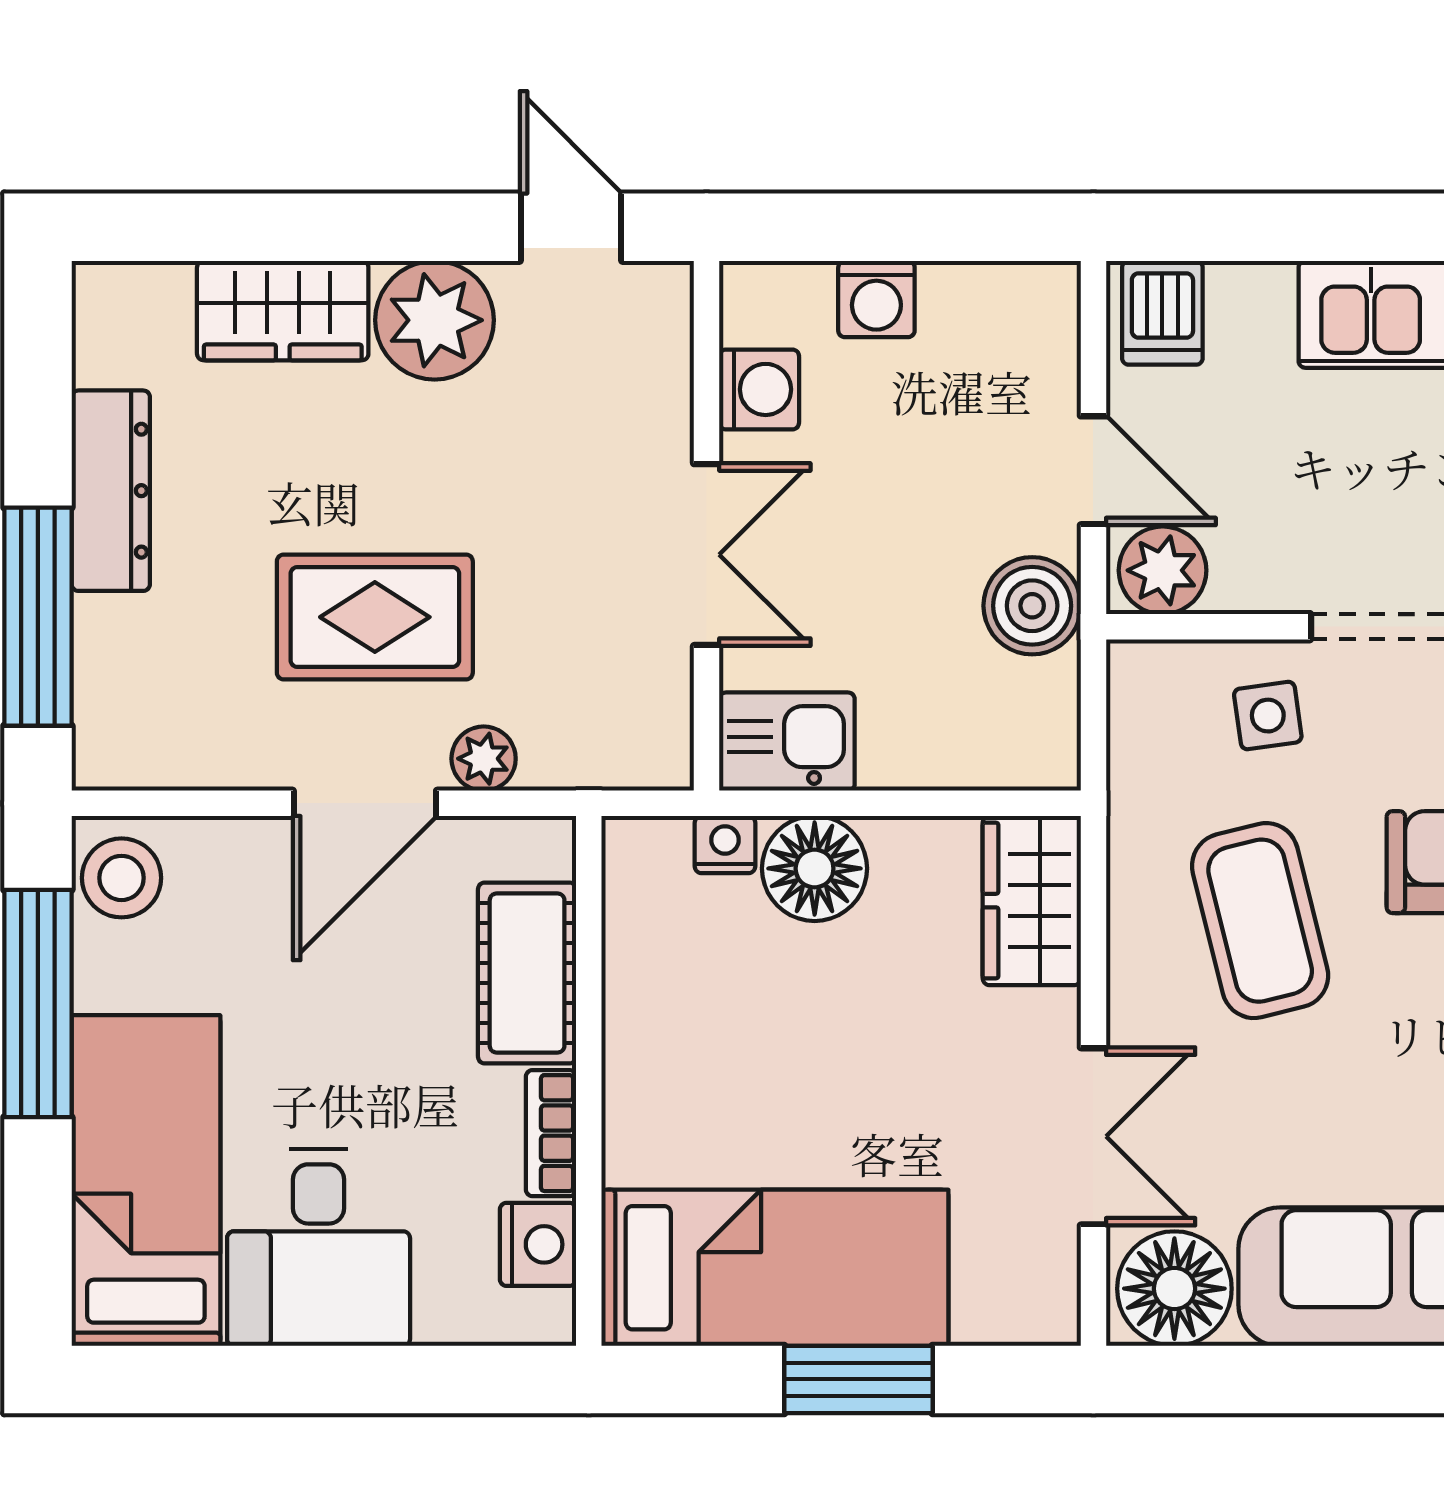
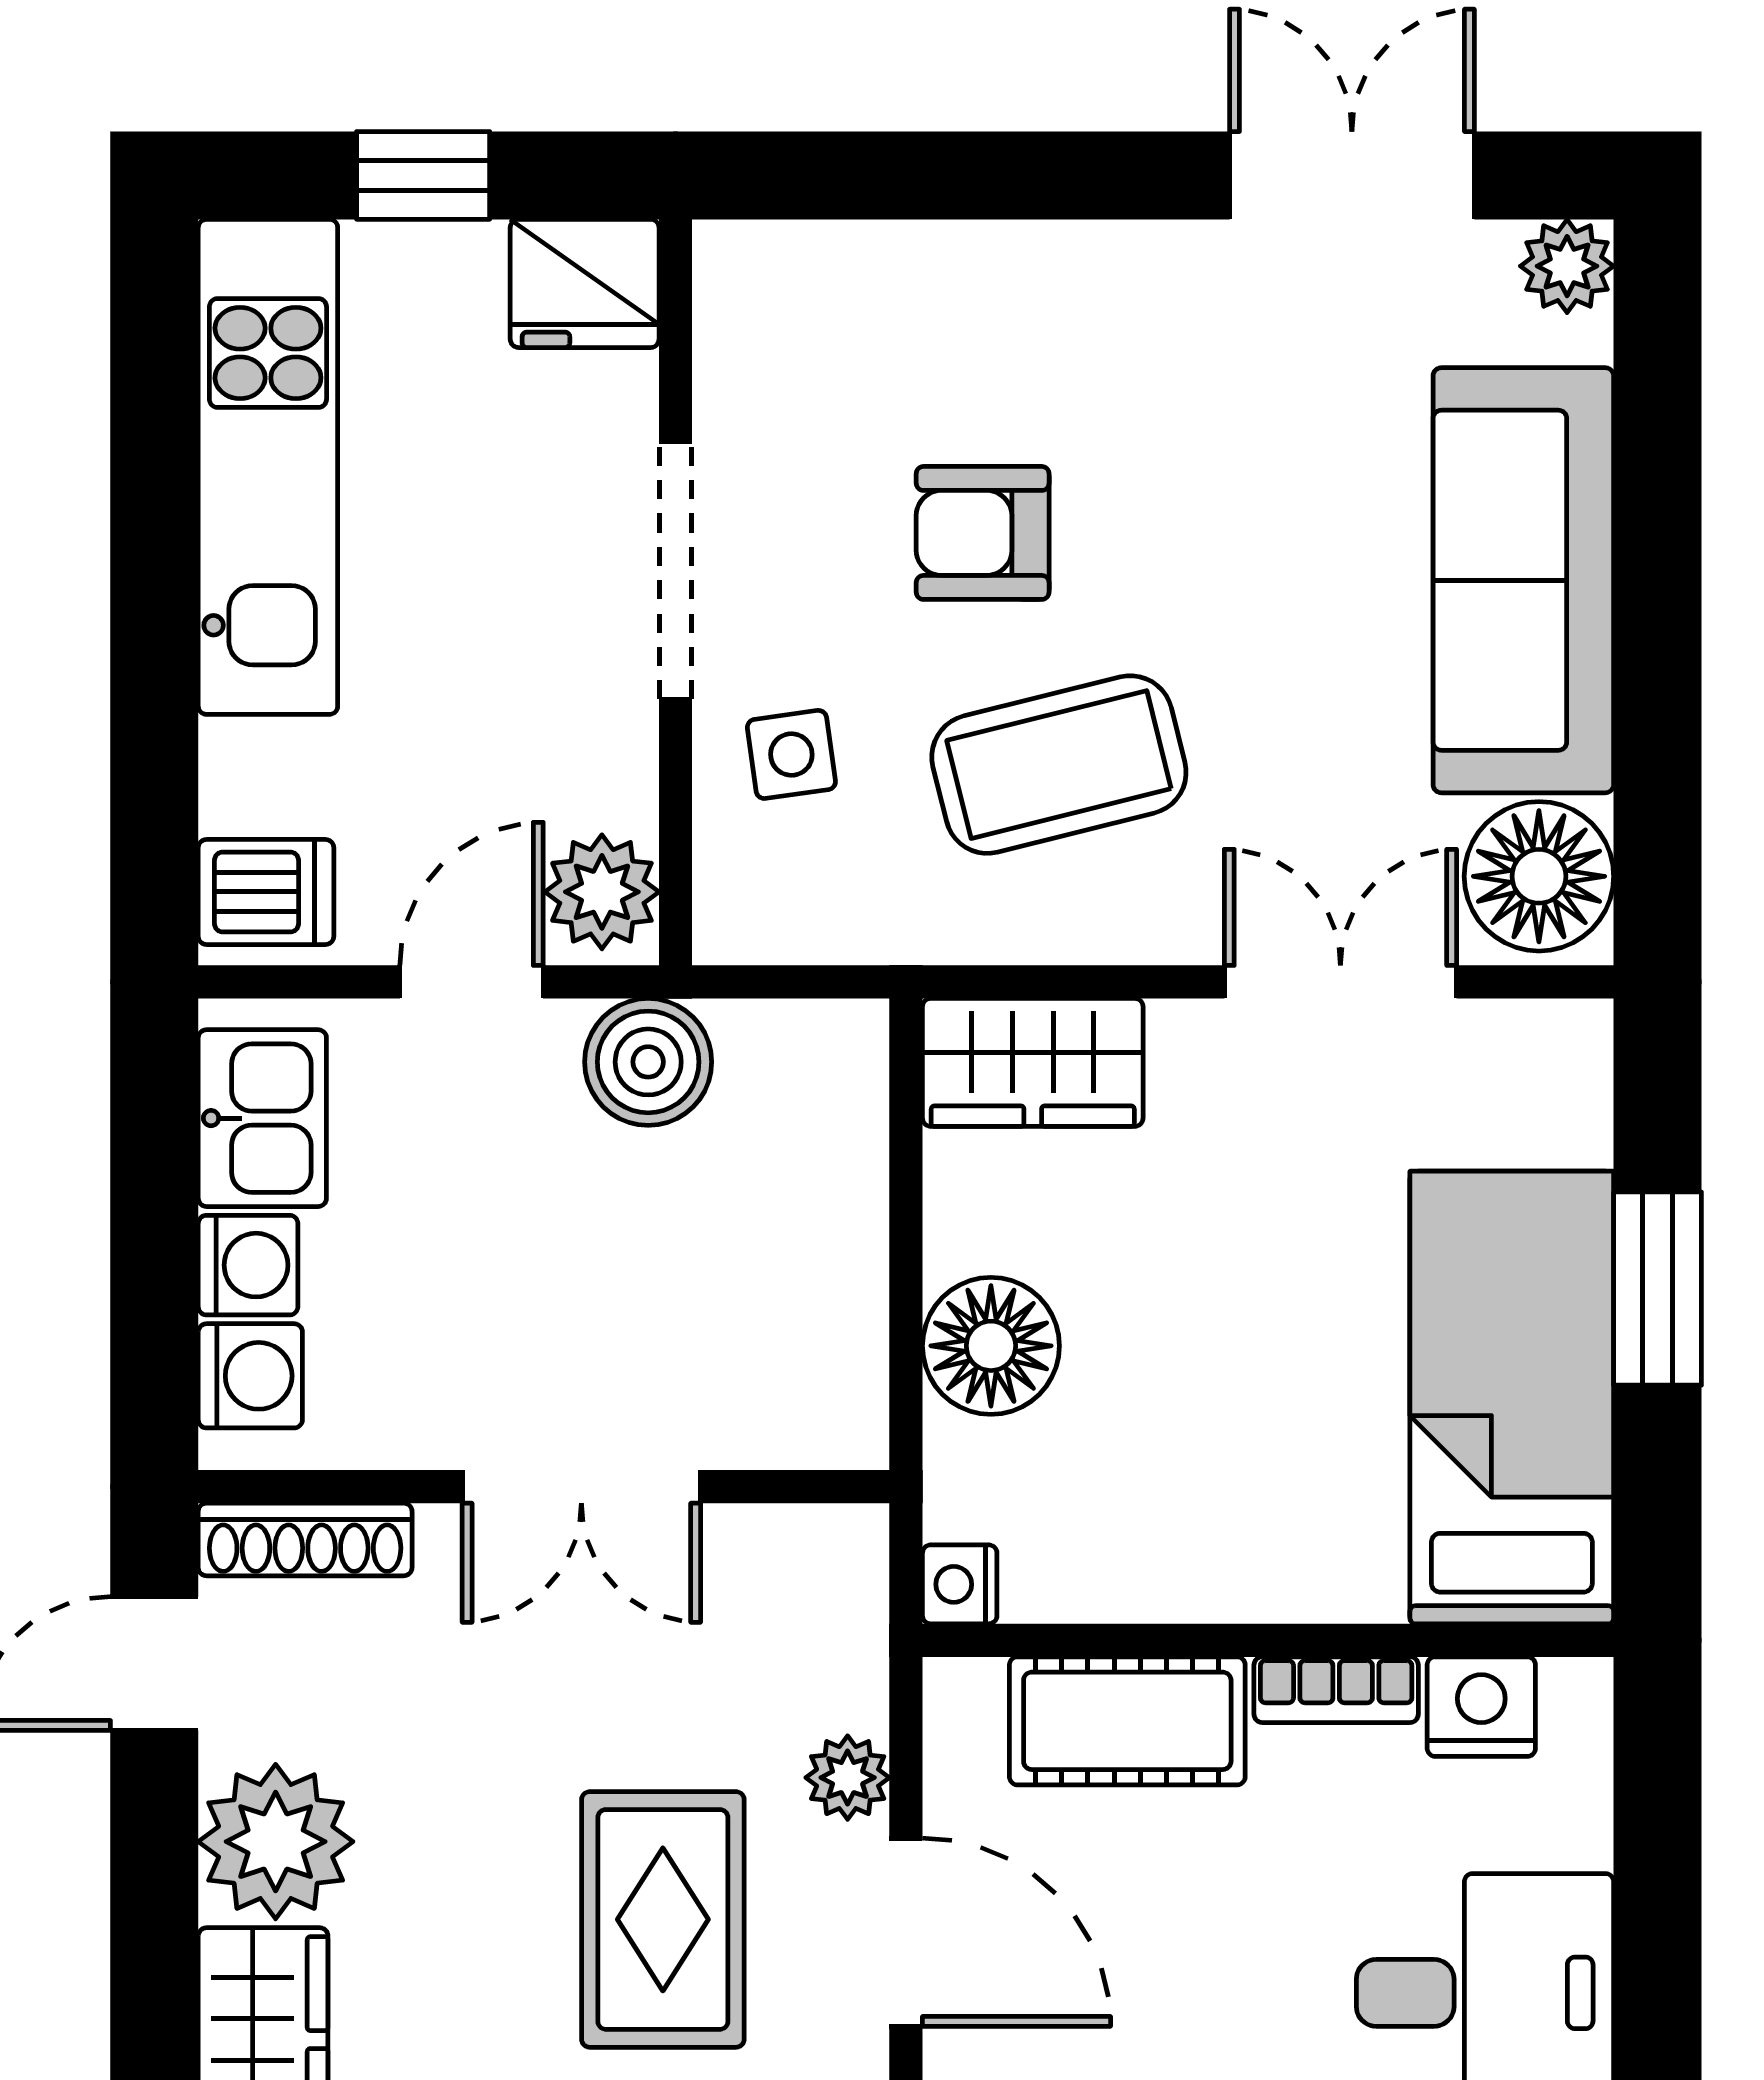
shoe rack: (666, 343) -> (305, 1539), added
washing machine: (759, 389) -> (250, 1376), moved, turned 90
double door: (707, 555) -> (581, 1487), swing flipped
kitchen sink: (787, 742) -> (262, 1118), moved, turned 180
nightstand: (725, 845) -> (960, 1584), moved

